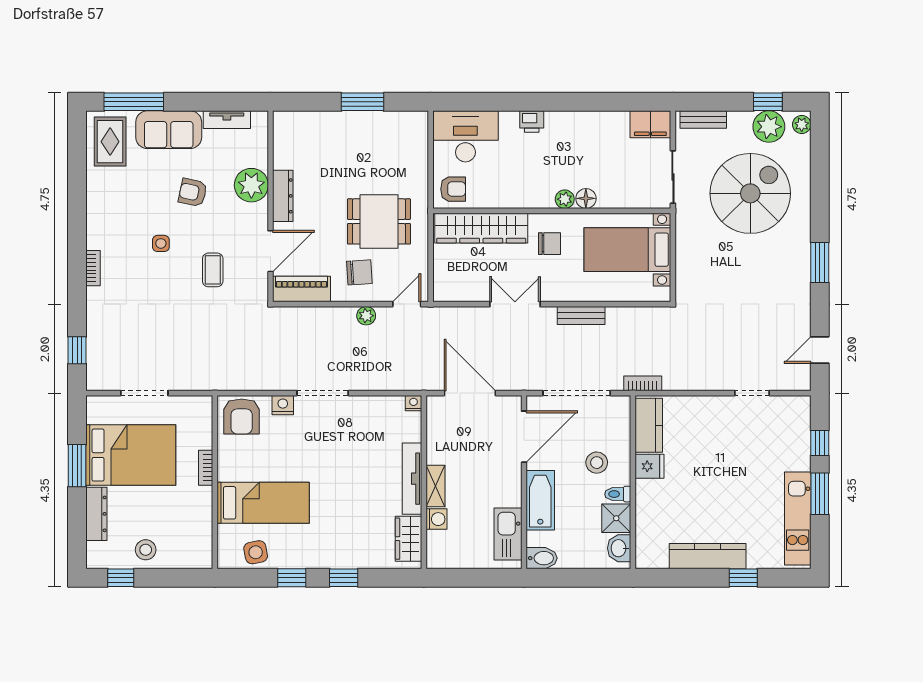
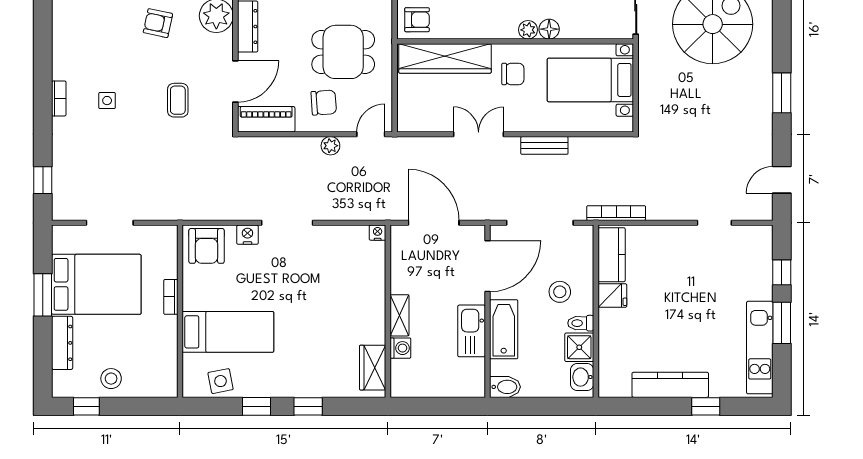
side table: (161, 243) -> (107, 101), moved
bookcase: (643, 383) -> (616, 213), width x1.56
tv unit: (412, 479) -> (376, 308), removed
kitchen sink: (508, 534) -> (472, 331), moved

